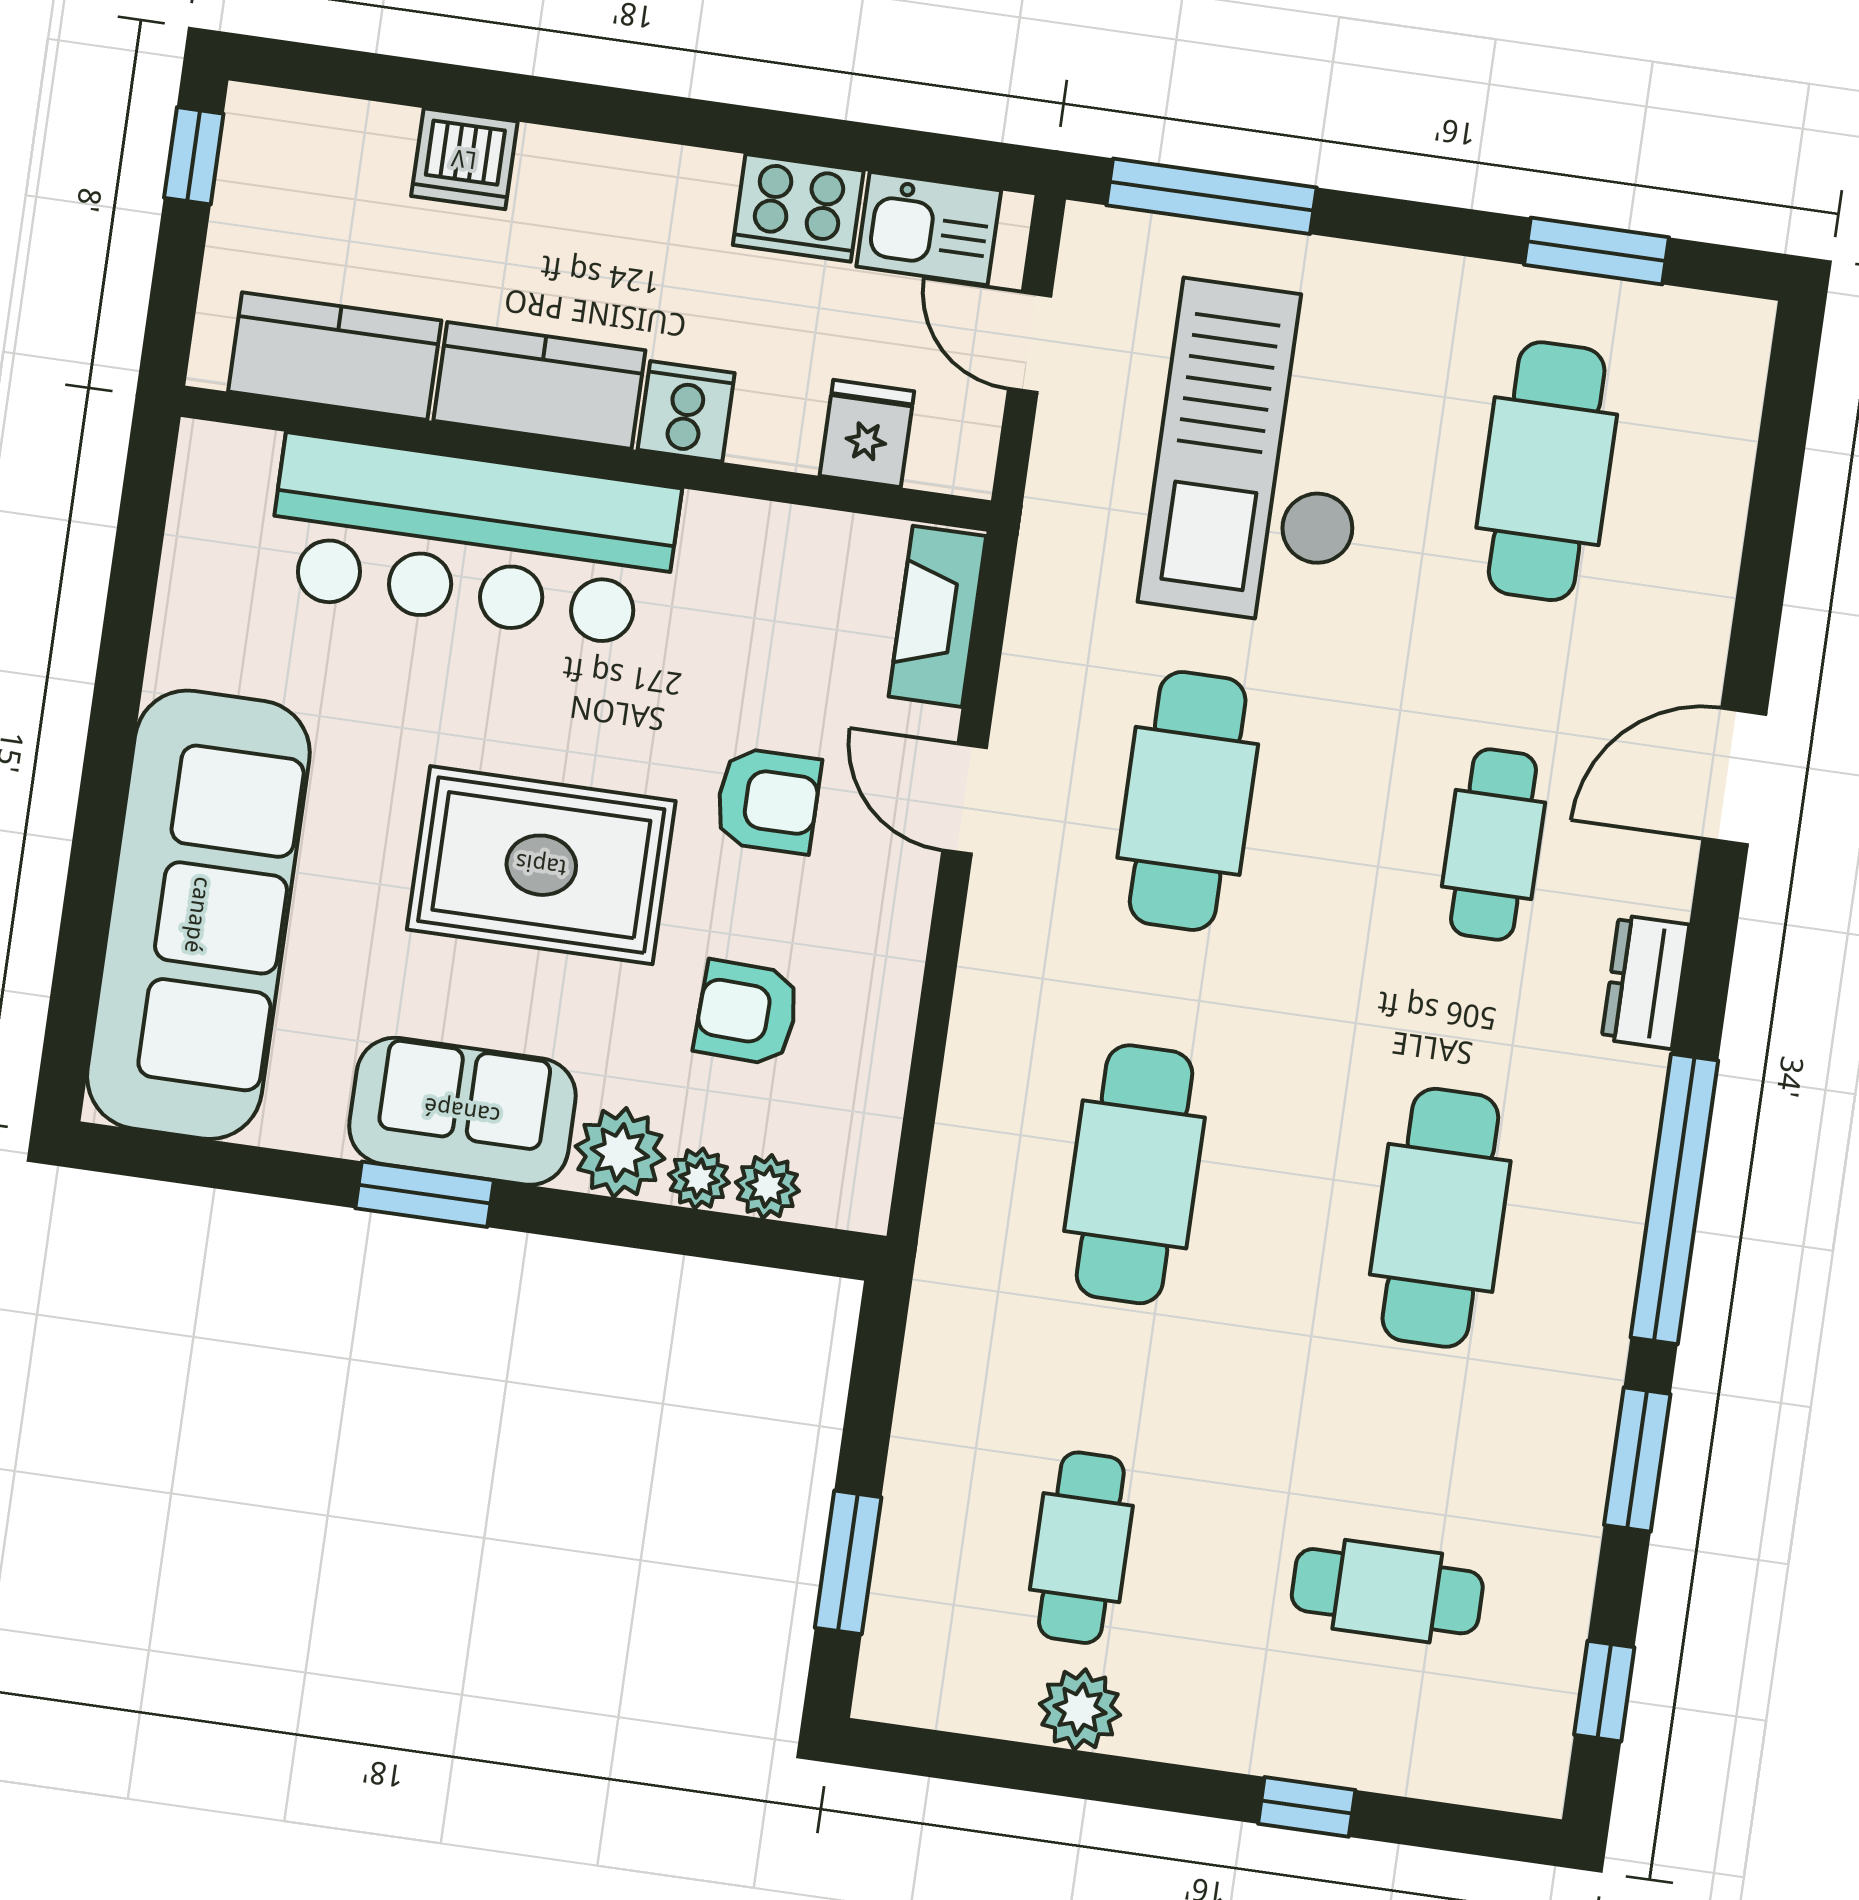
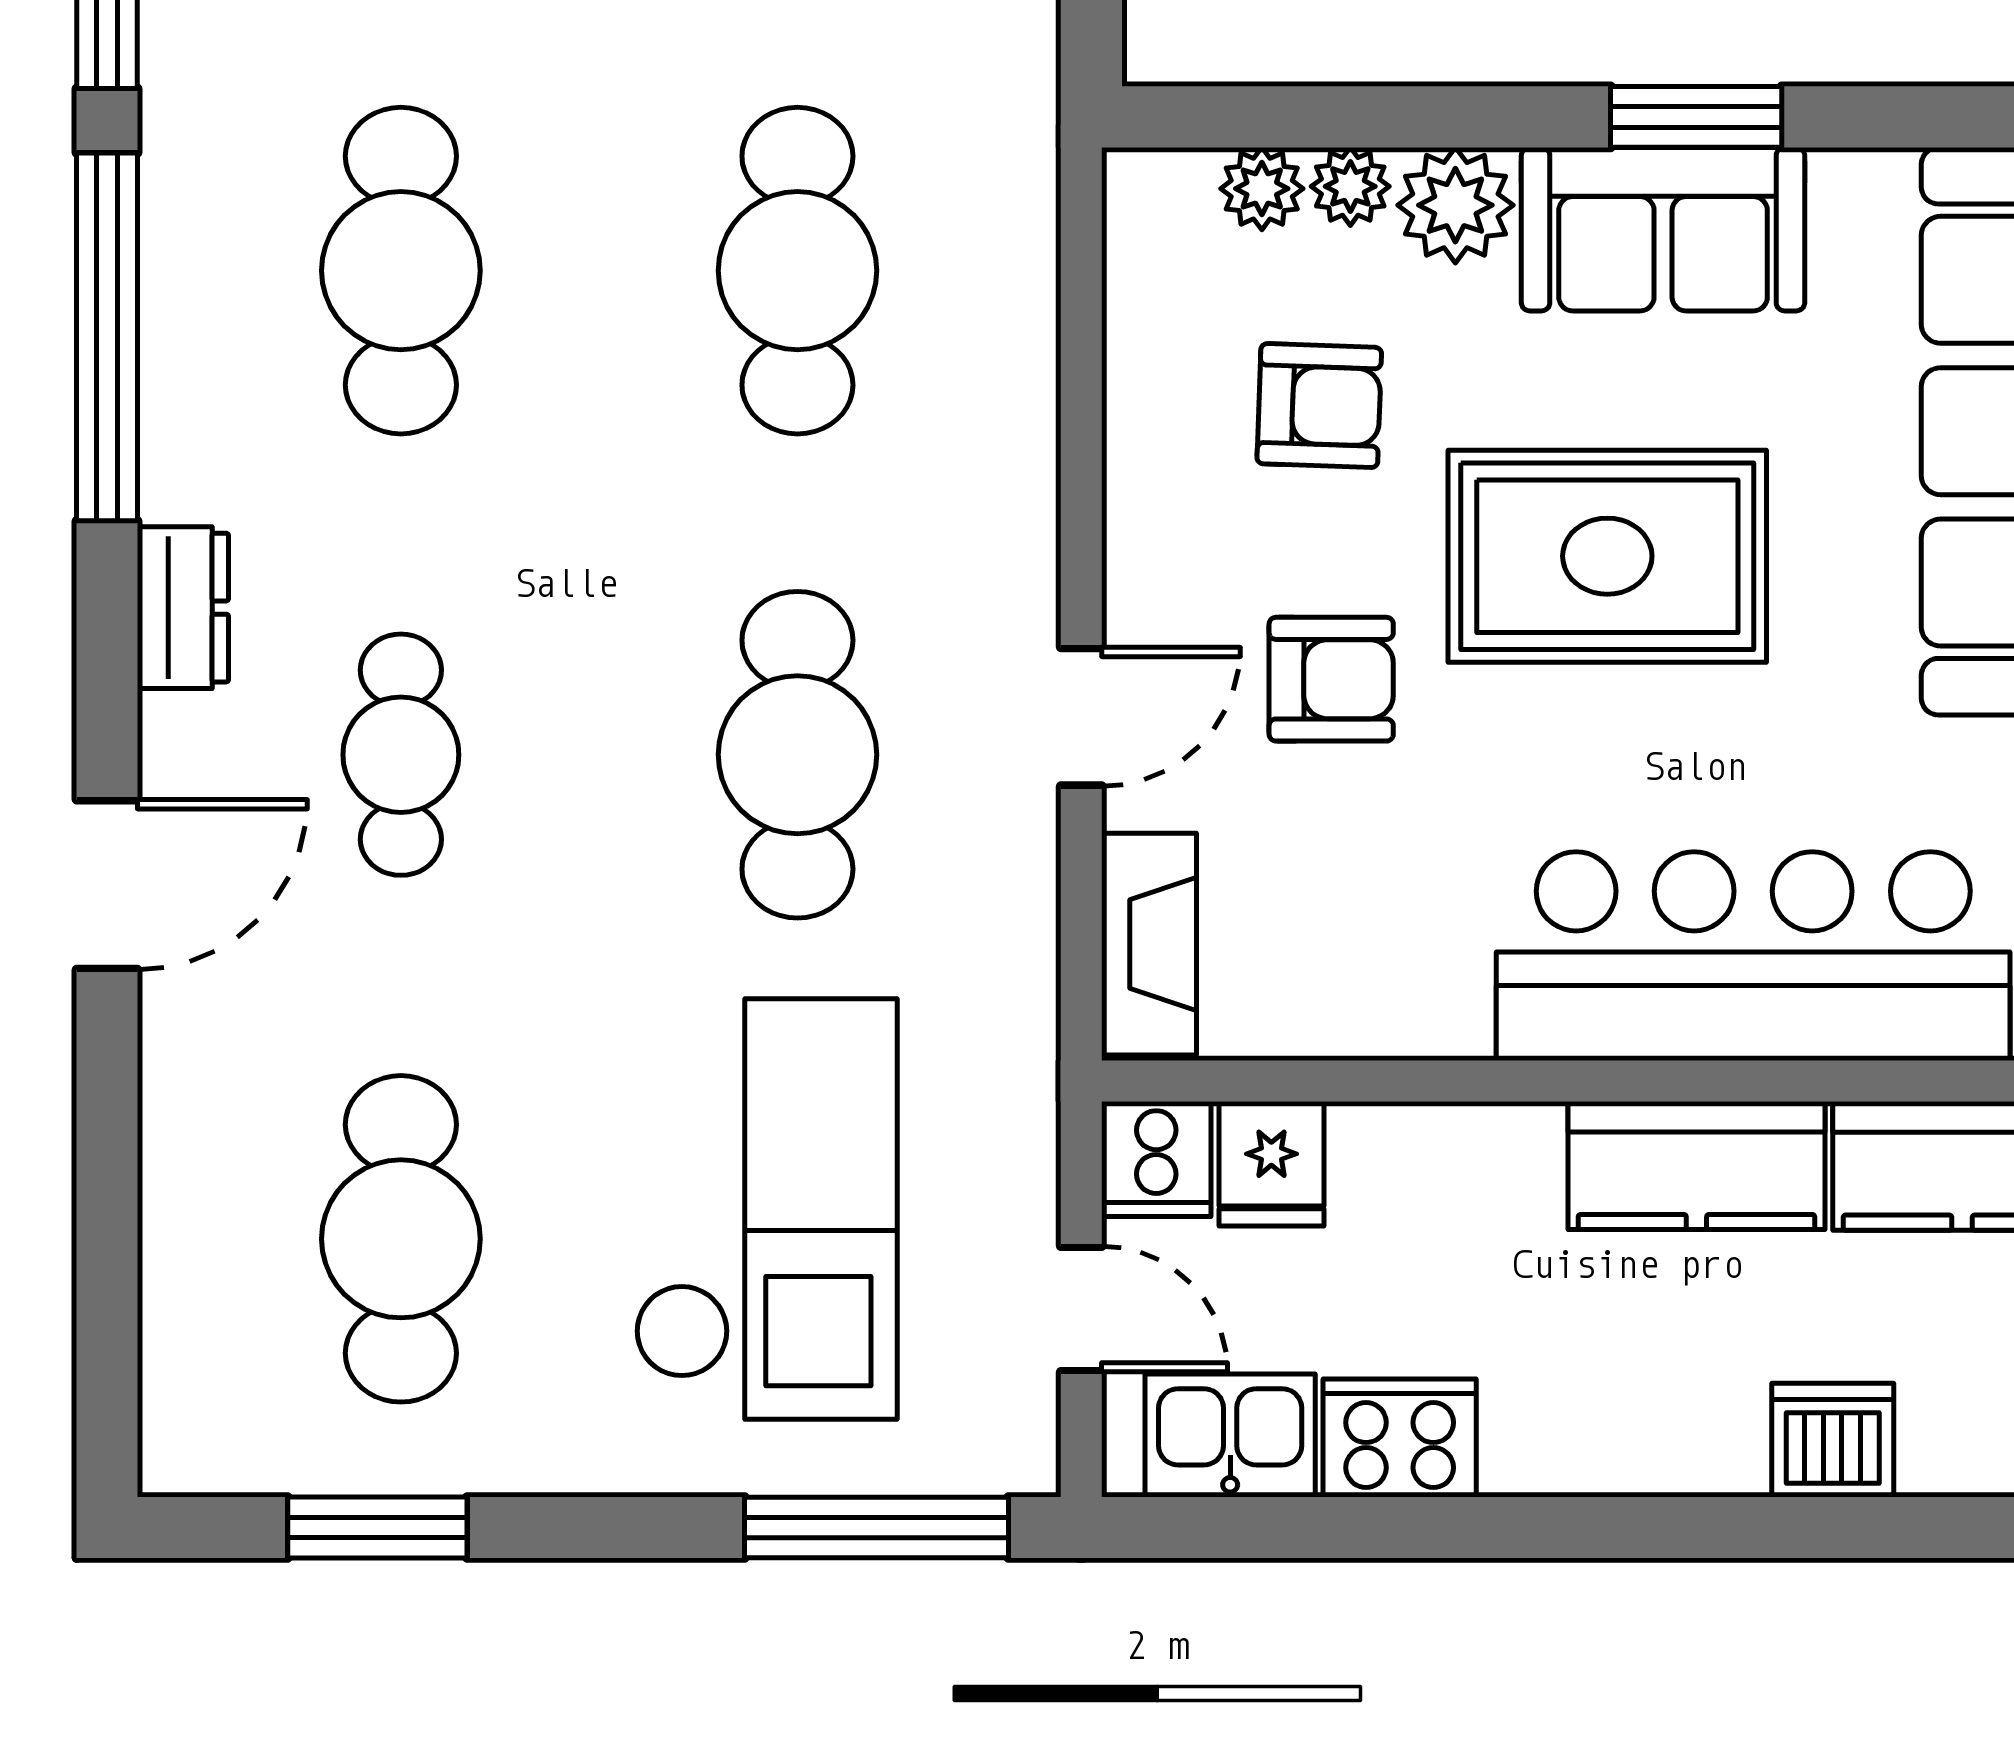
cooker: (686, 411) -> (1156, 1159), moved
door: (965, 799) -> (1081, 717), hinge flipped
armchair: (768, 801) -> (1331, 679), turned 180

